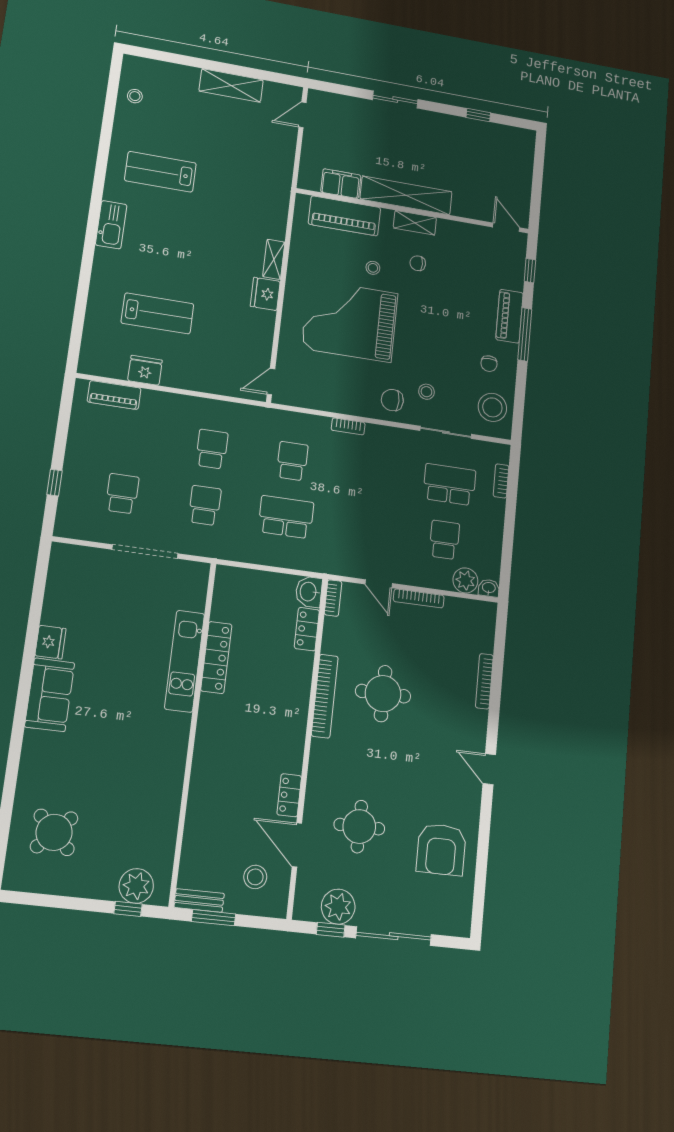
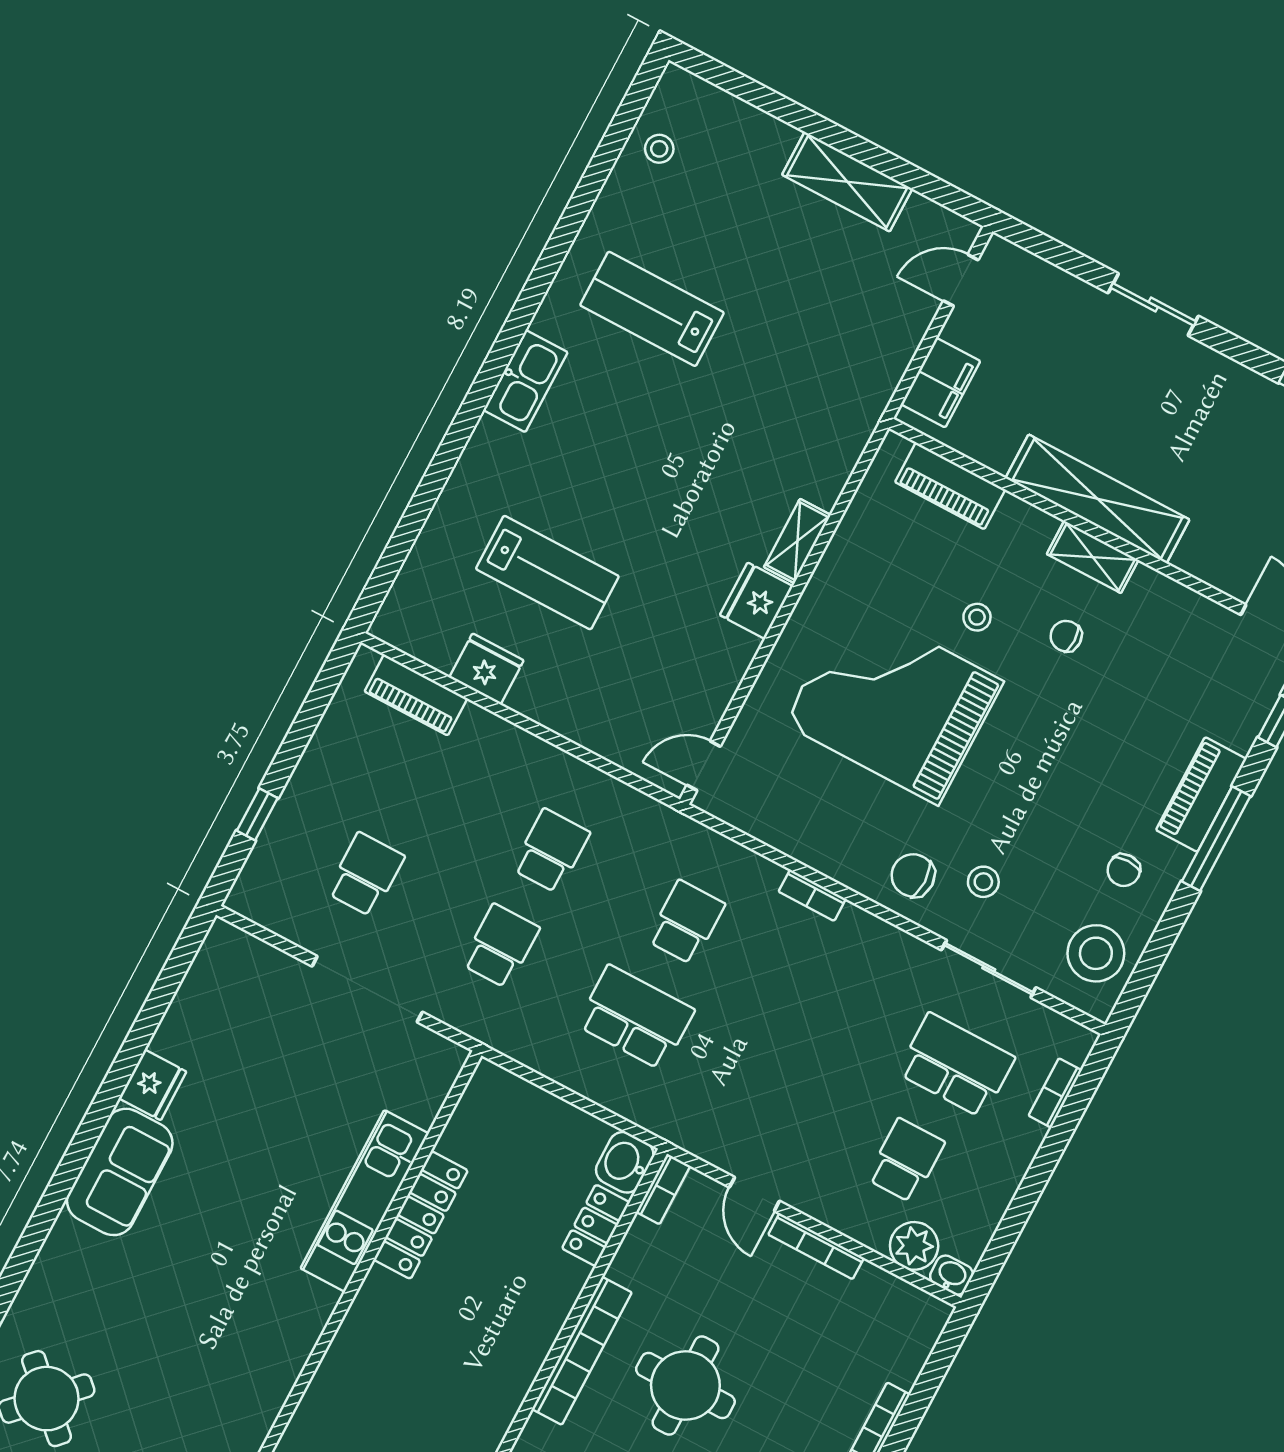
filing cabinet: (341, 184) -> (941, 383), moved, turned 90
piano: (345, 216) -> (950, 486), width x0.73, depth x0.75

